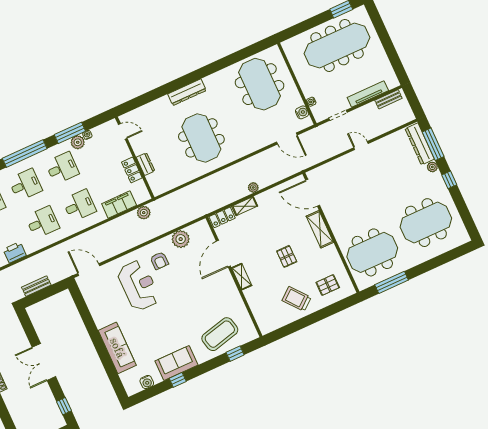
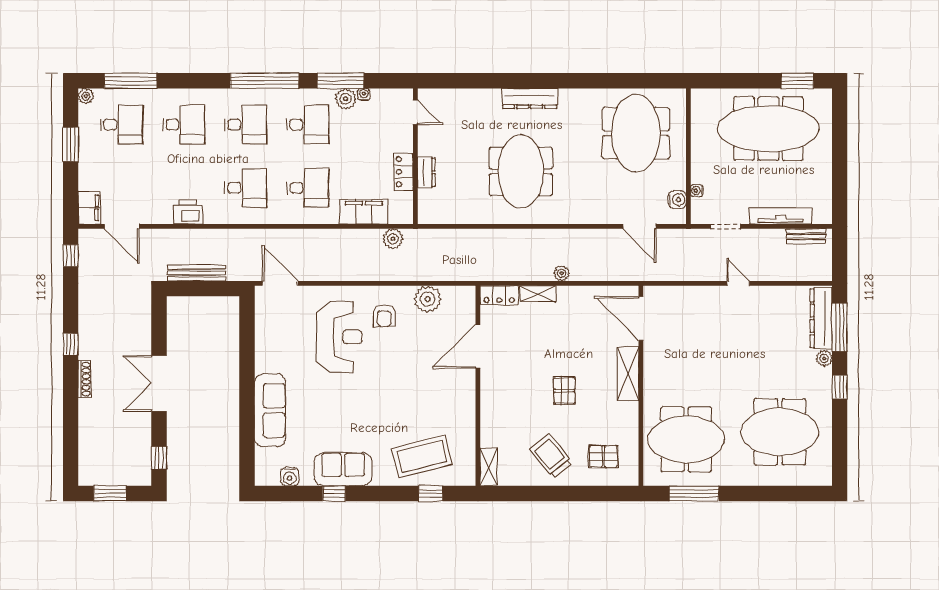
shelving: (242, 277) -> (489, 467), moved
bench: (36, 286) -> (197, 273), width x1.36

